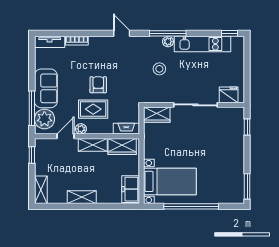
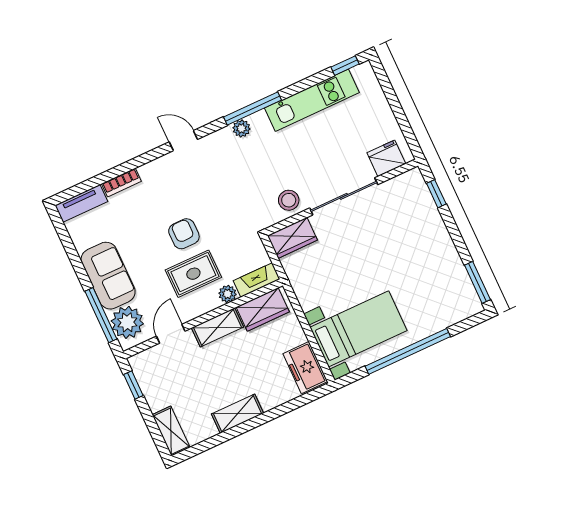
plant: (168, 42) -> (241, 128), moved
stool: (159, 69) -> (289, 200), moved
plant: (81, 129) -> (227, 294), moved

